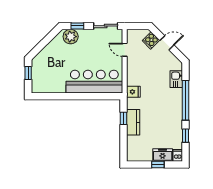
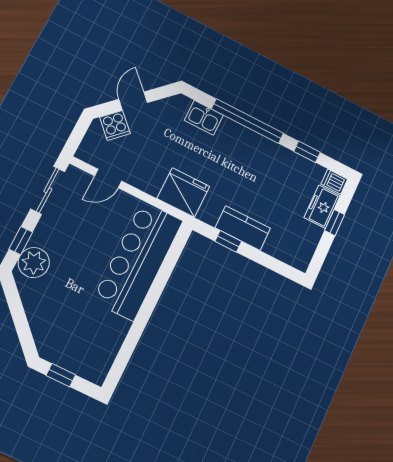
fridge: (133, 92) -> (183, 192), width x1.88, depth x1.34

